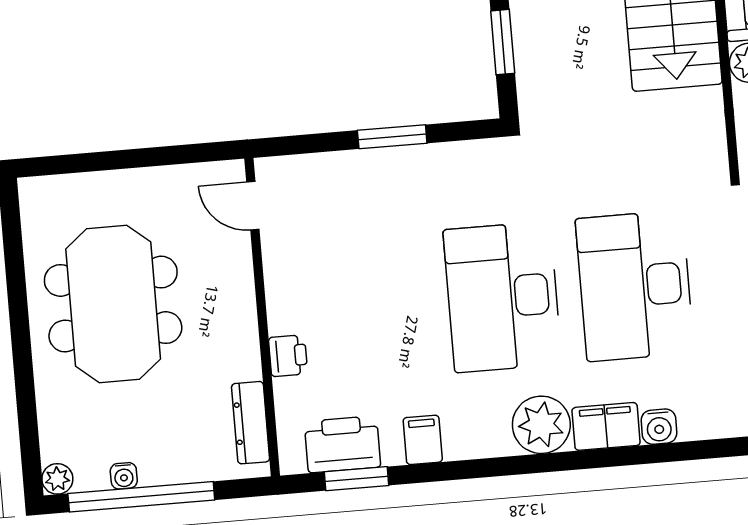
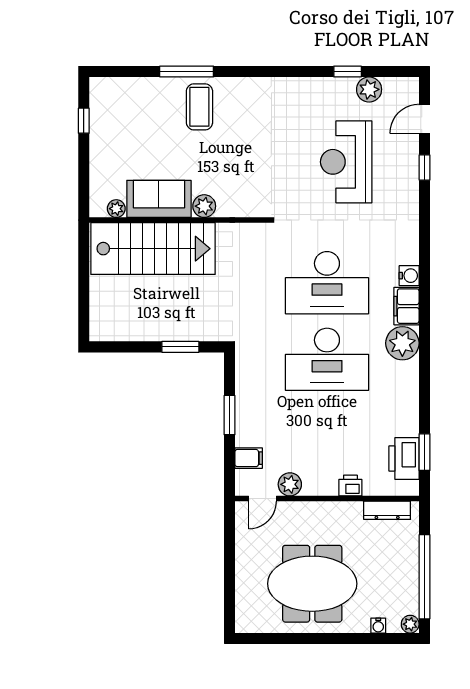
plant: (281, 251) -> (290, 484), added
filing cabinet: (423, 440) -> (249, 458), moved, turned 180
water cooler: (124, 476) -> (378, 626), moved, turned 90

